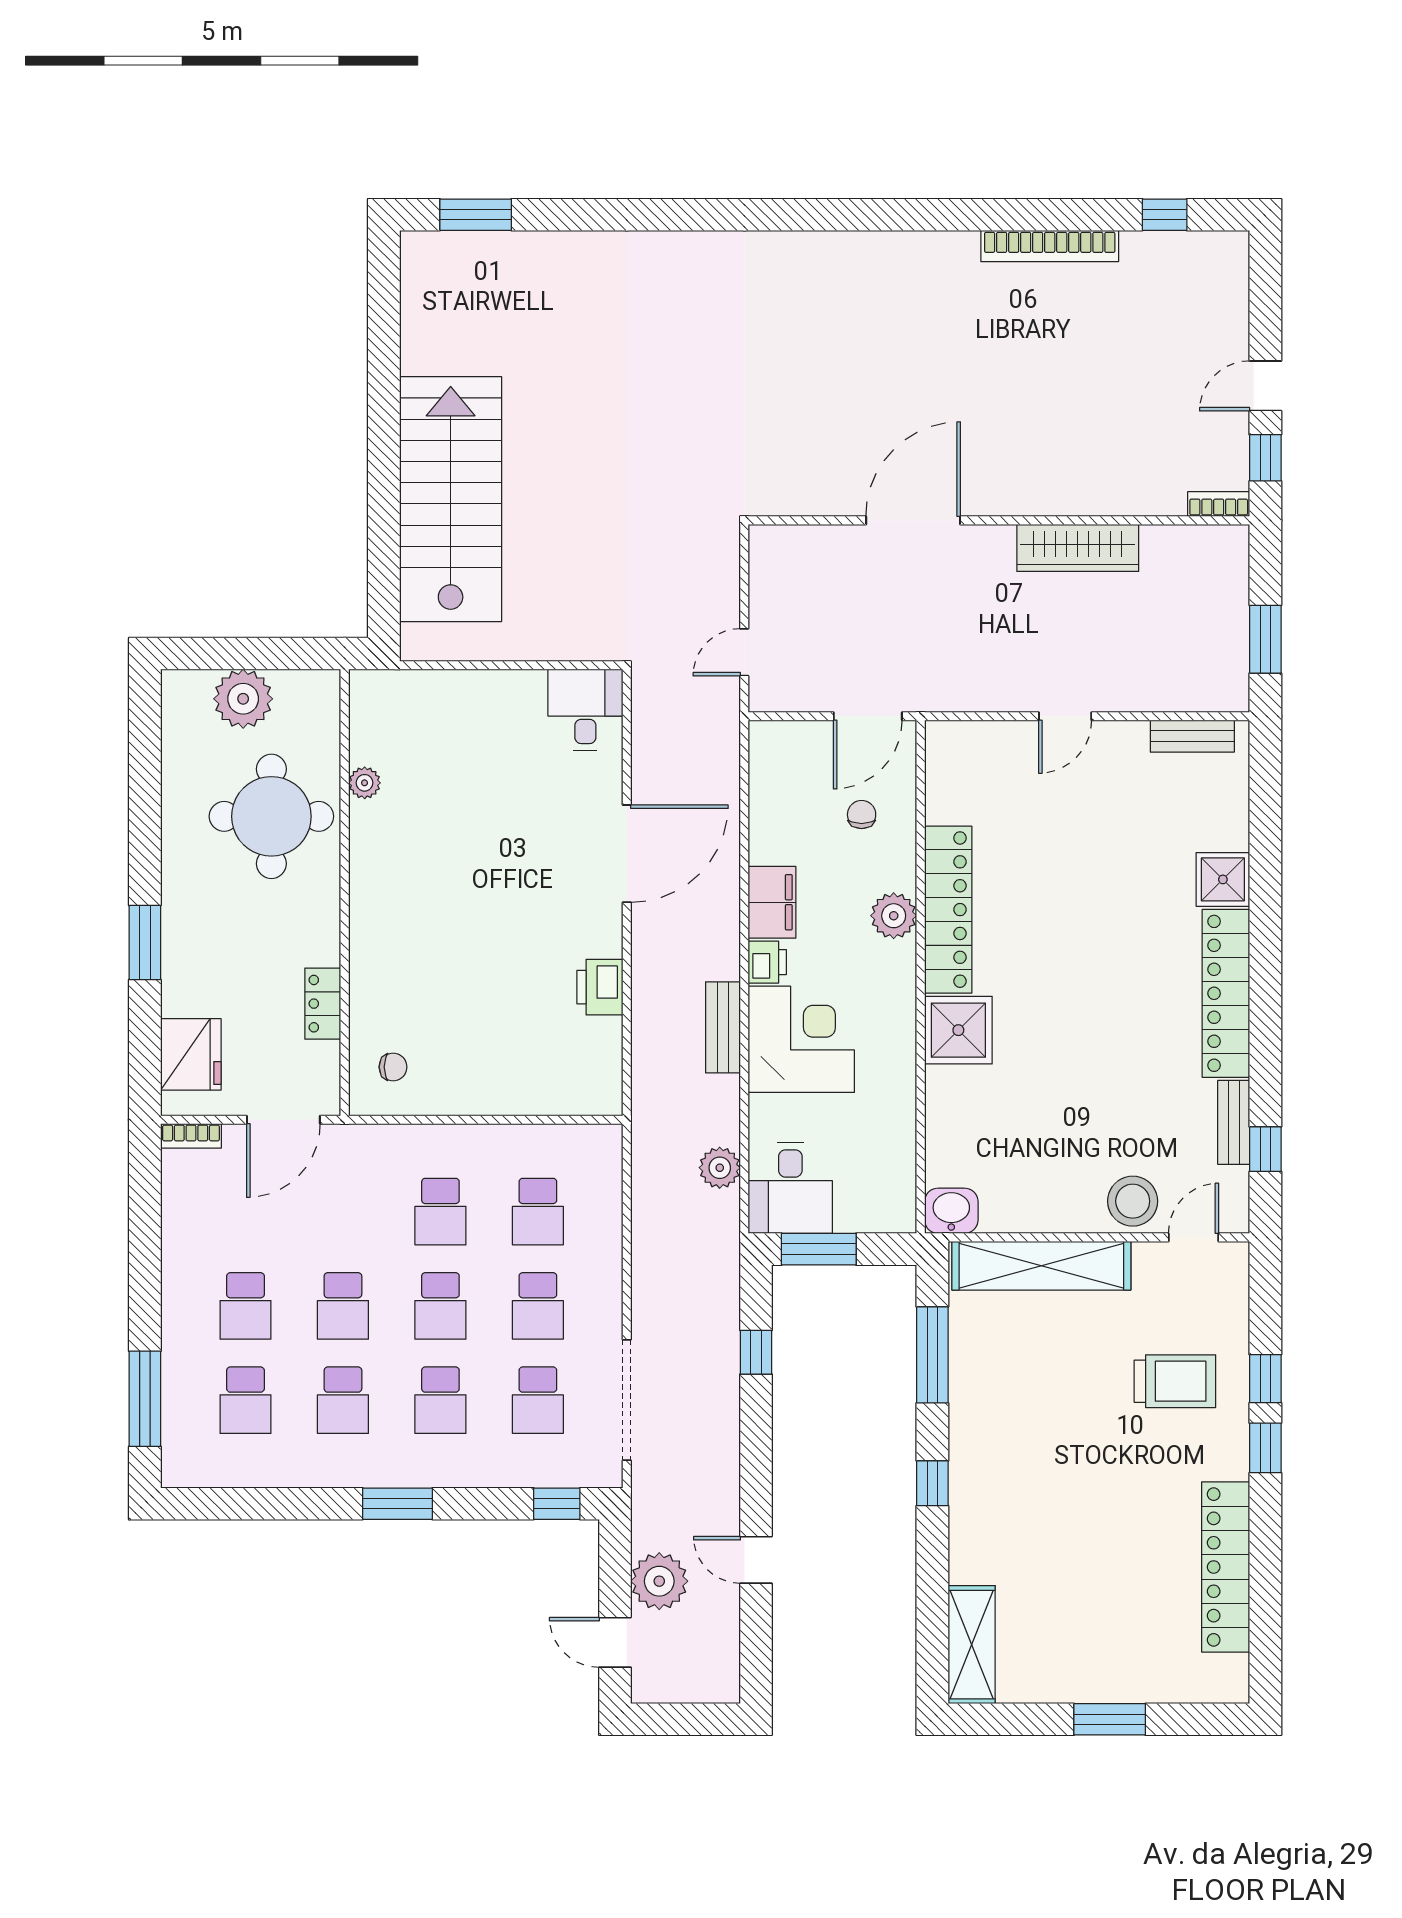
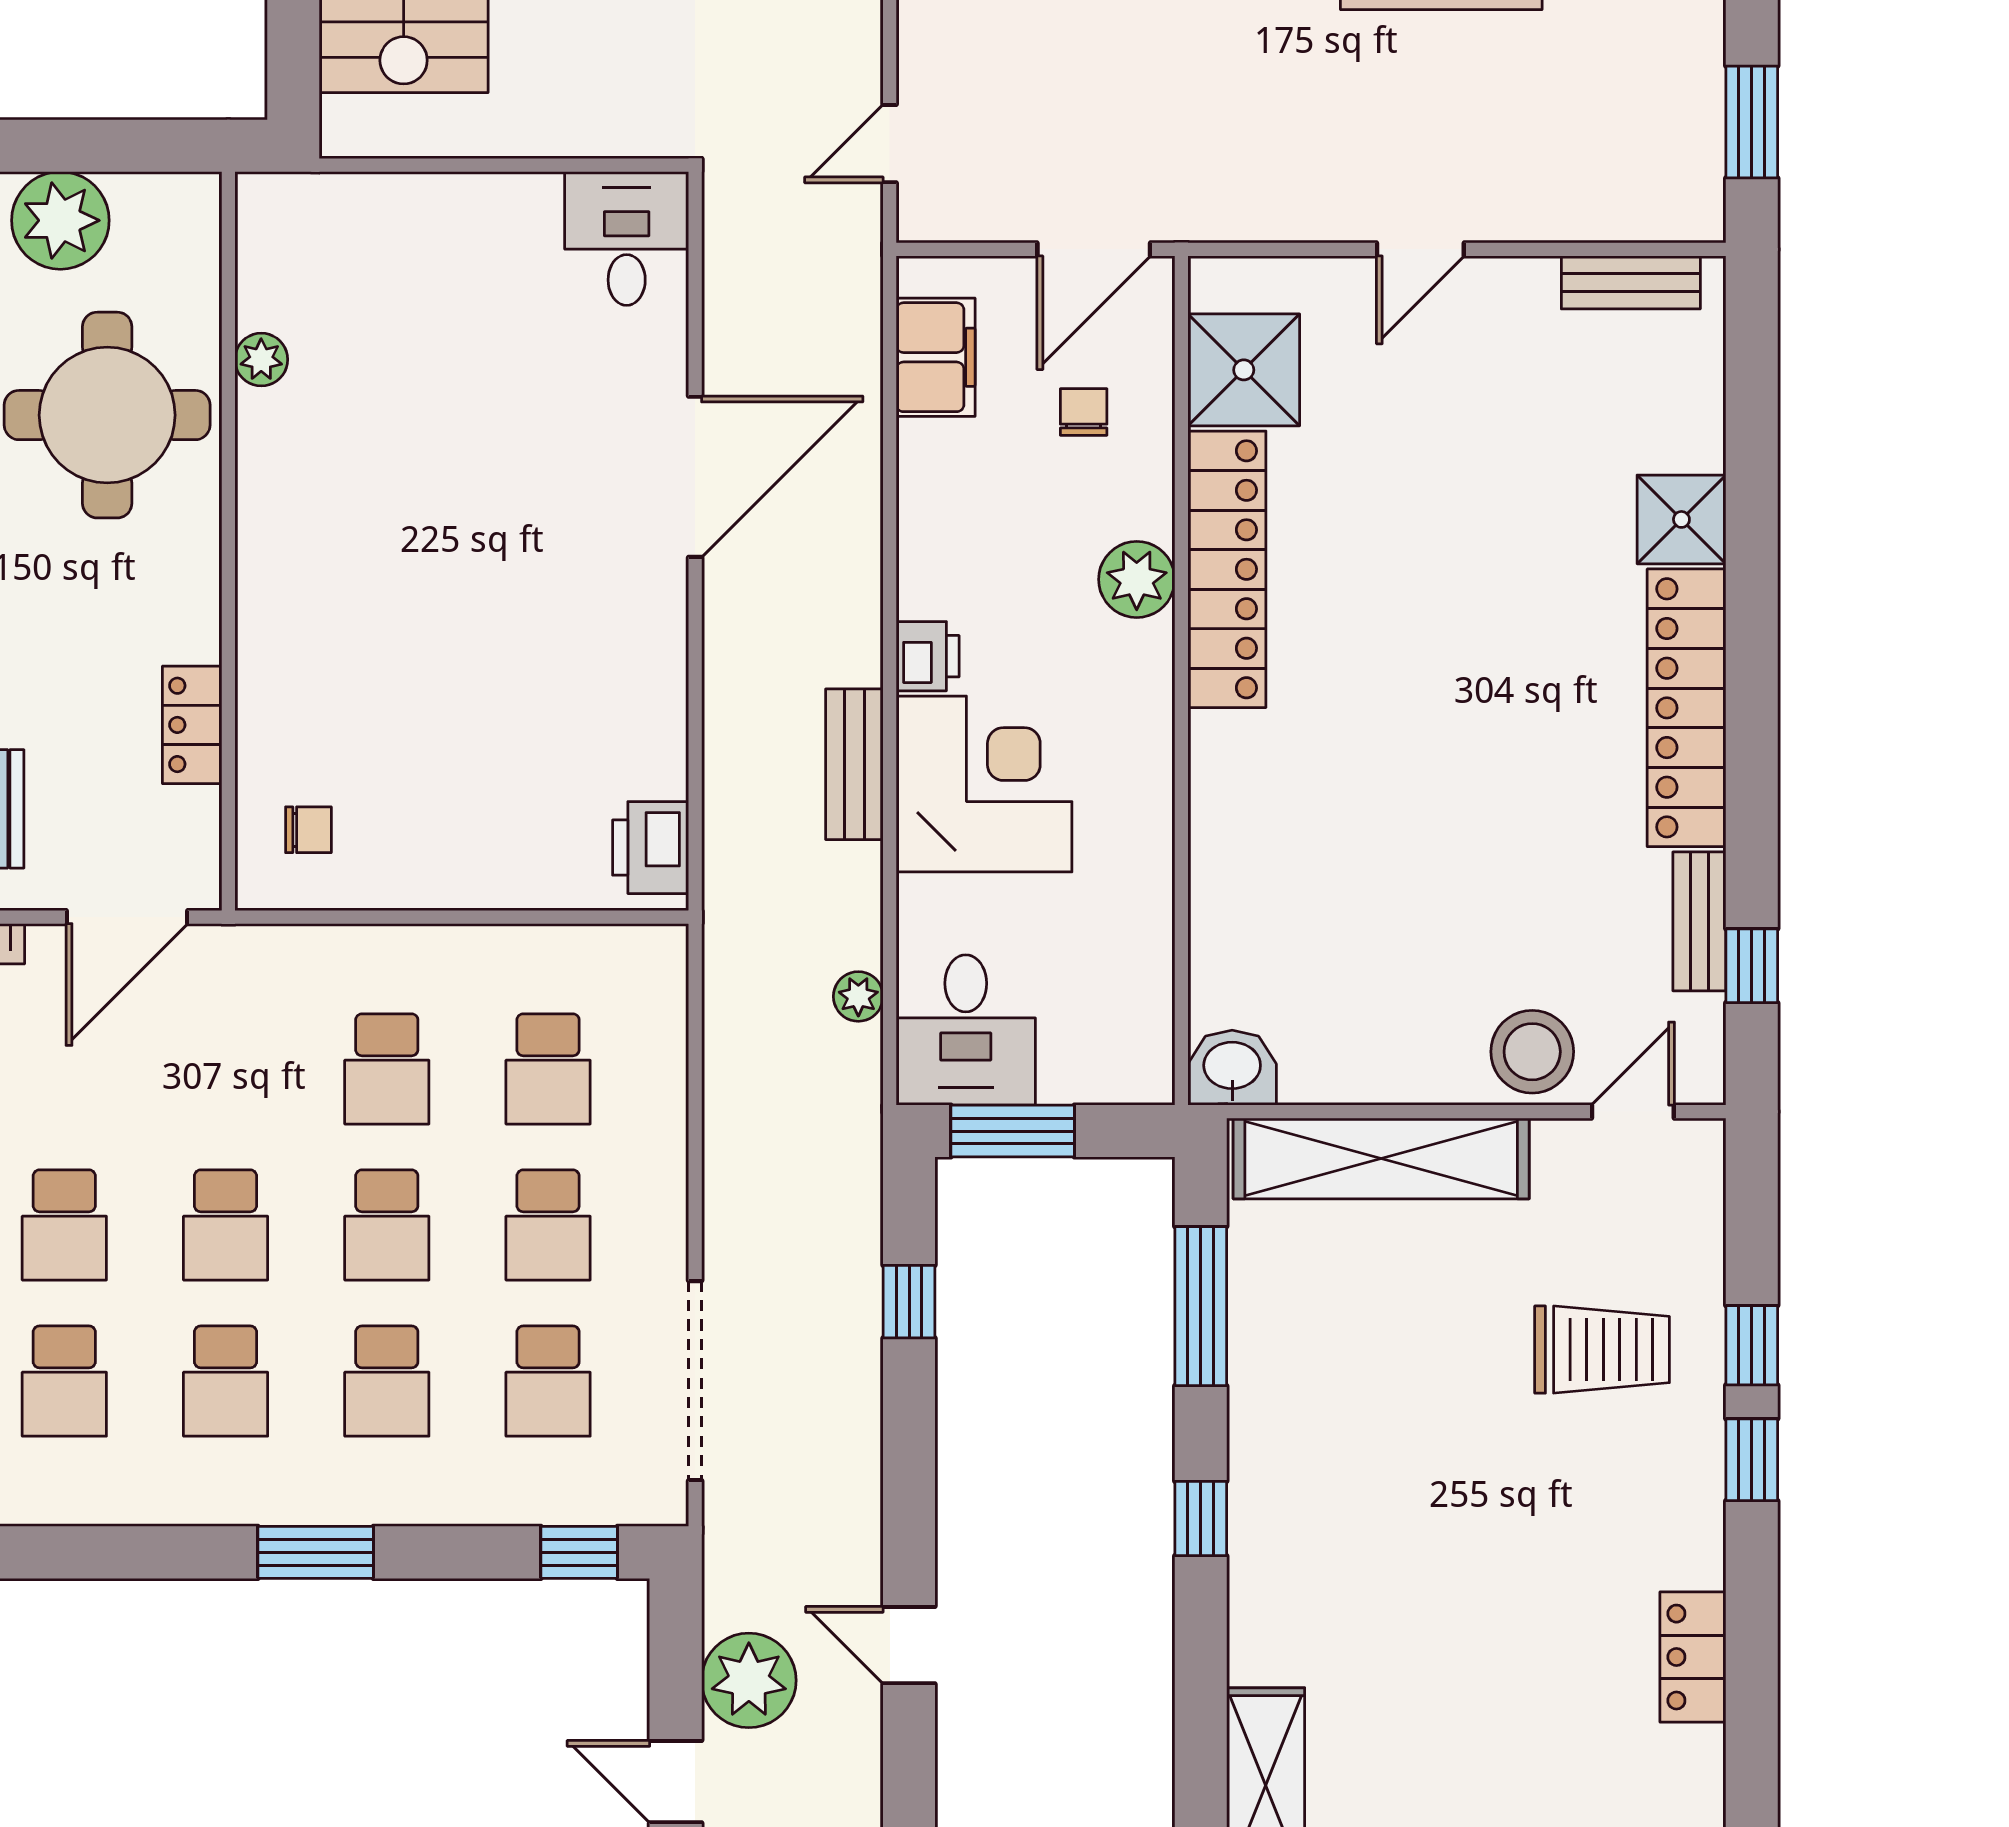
filing cabinet: (772, 902) -> (936, 357), moved
printer: (600, 987) -> (651, 848), moved
shower: (958, 1030) -> (1244, 370), moved
plant: (720, 1168) -> (858, 996), width x0.73, depth x0.73
locker: (1226, 1567) -> (1693, 1657), width x0.46, depth x0.83

